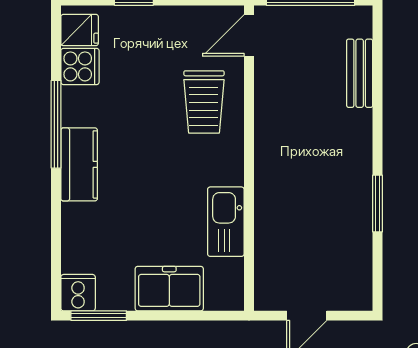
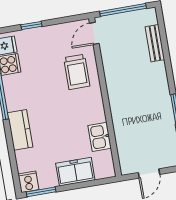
kitchen counter: (79, 164) -> (20, 130), moved
kitchen sink: (226, 222) -> (100, 137), width x0.73

